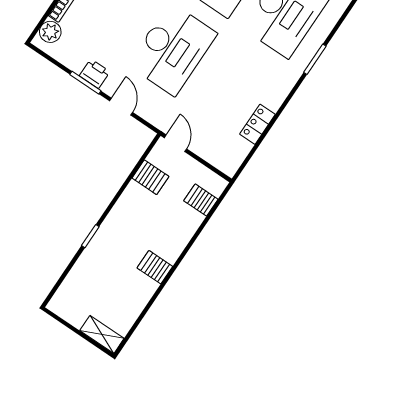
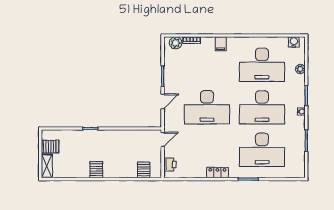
printer: (95, 74) -> (170, 165), moved
locker: (257, 124) -> (217, 173), moved
server rack: (150, 177) -> (50, 147), moved, turned -90

